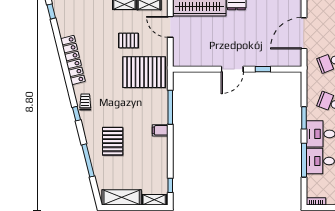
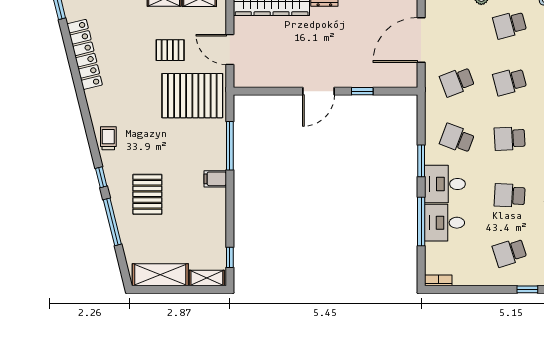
door: (170, 27) -> (230, 50), moved
locker: (73, 60) -> (85, 54), moved
window: (76, 114) -> (101, 177), moved

